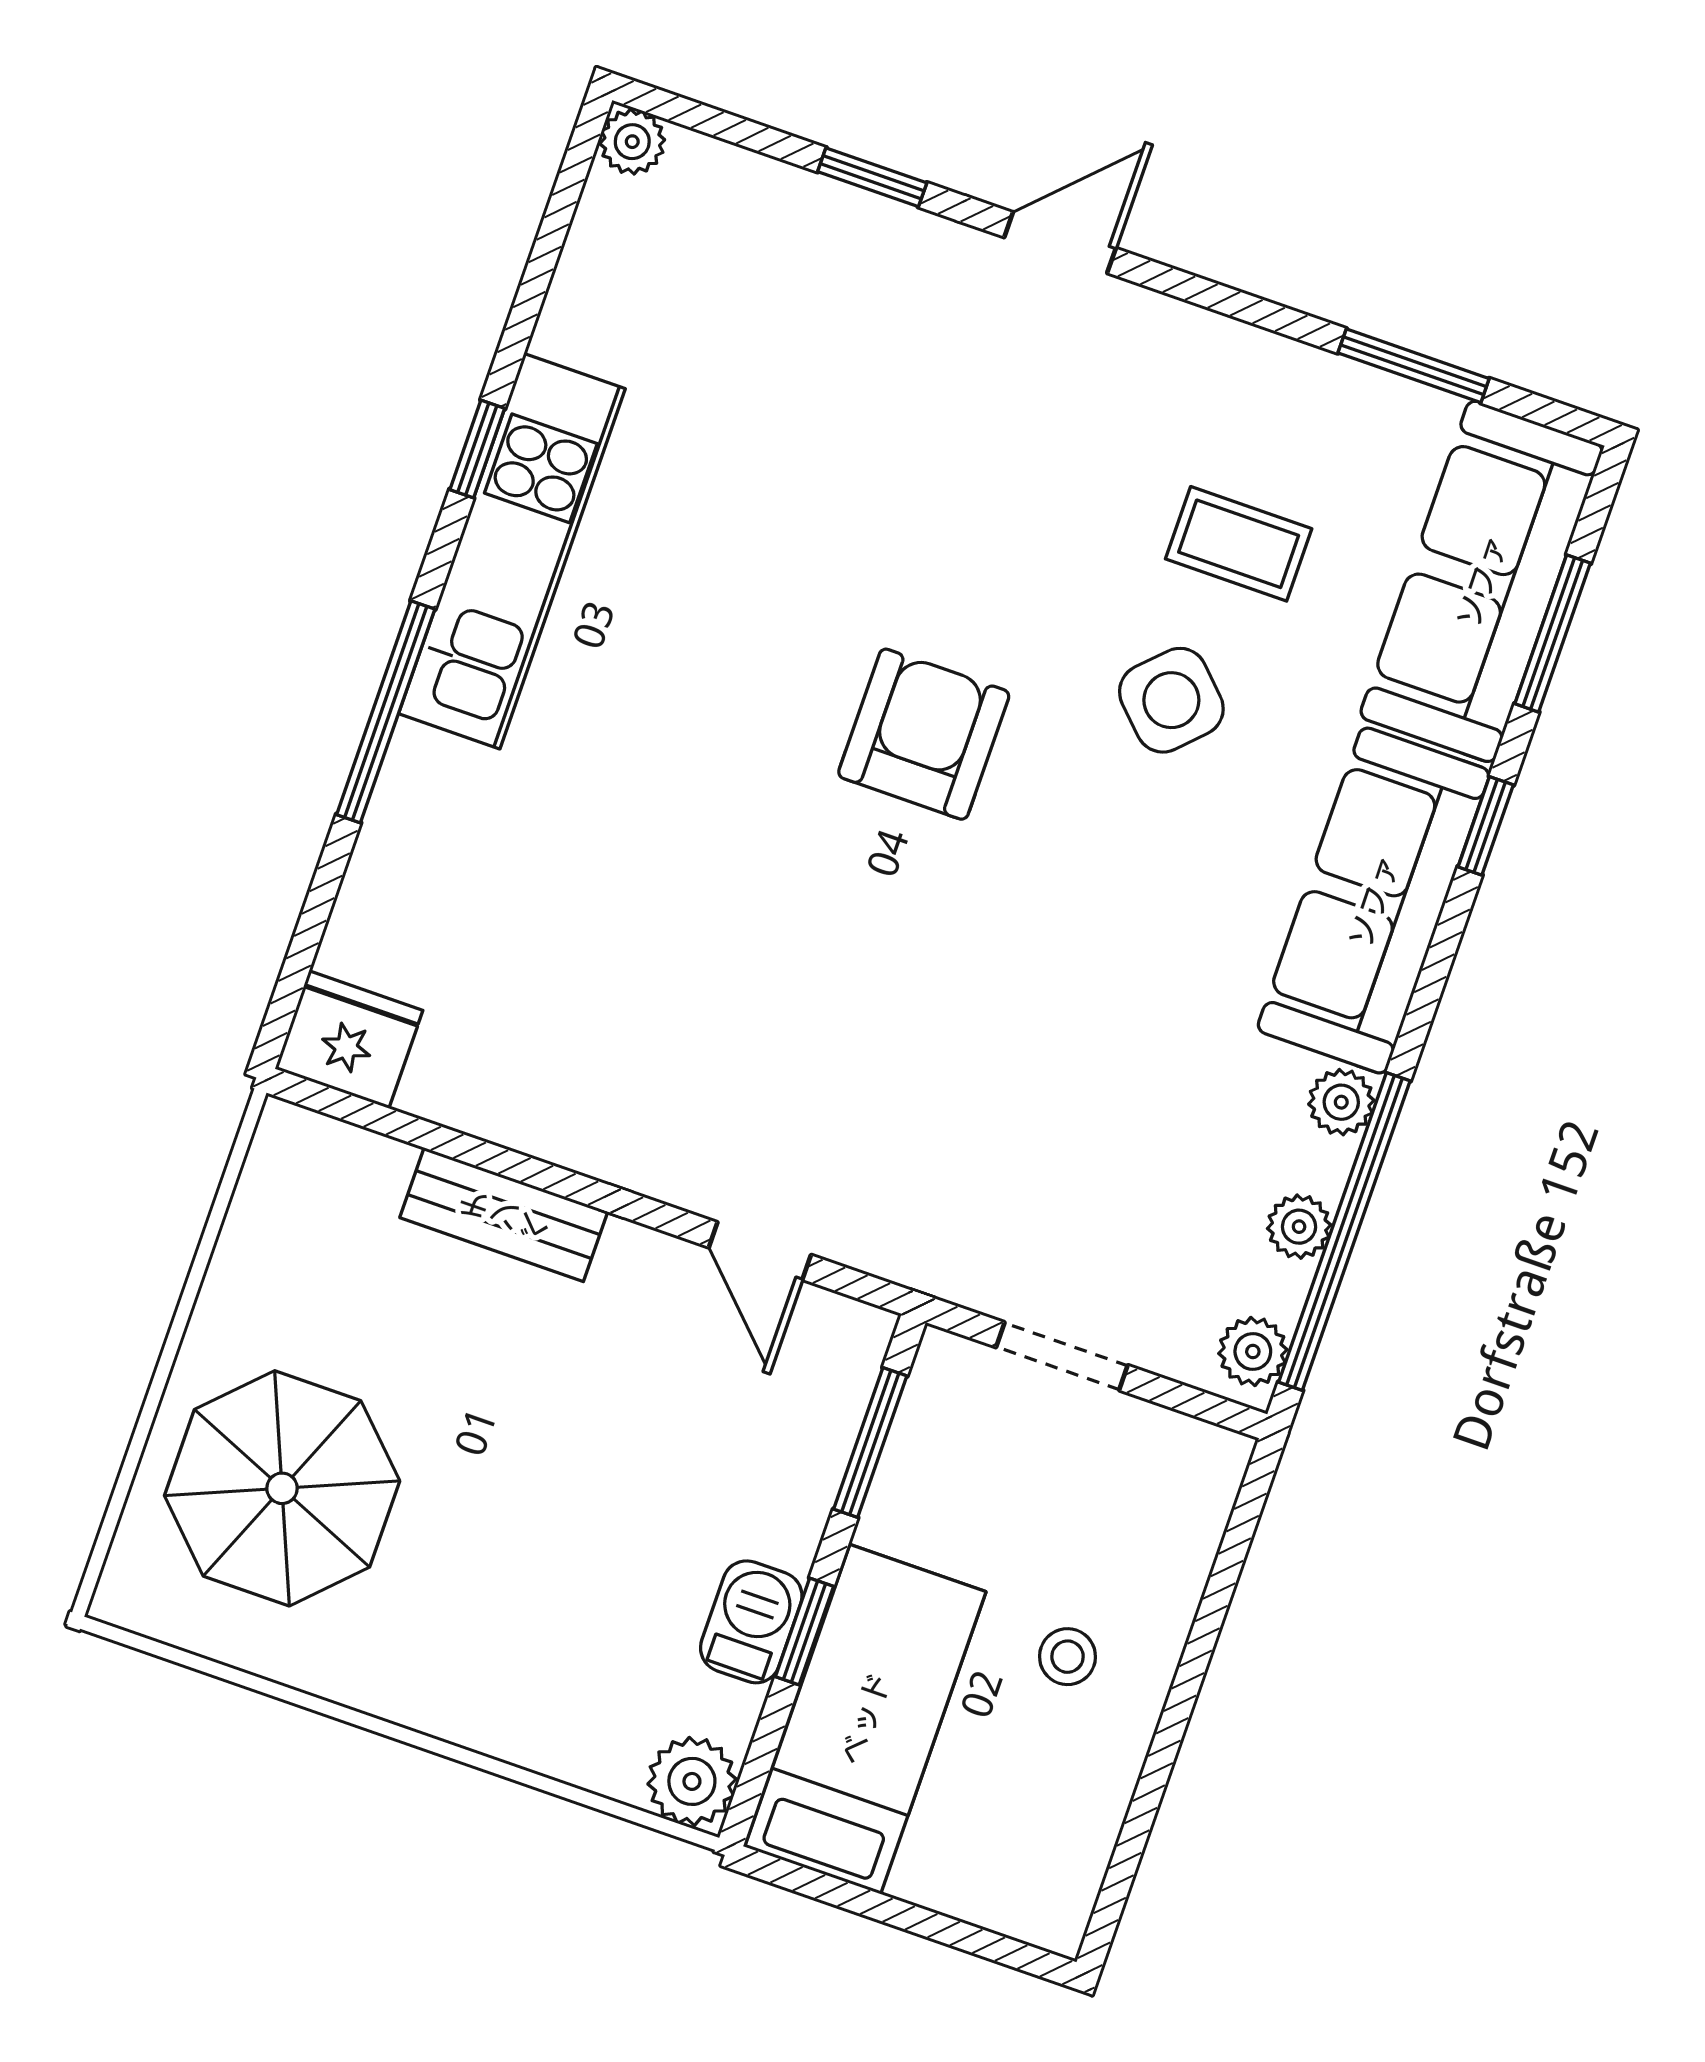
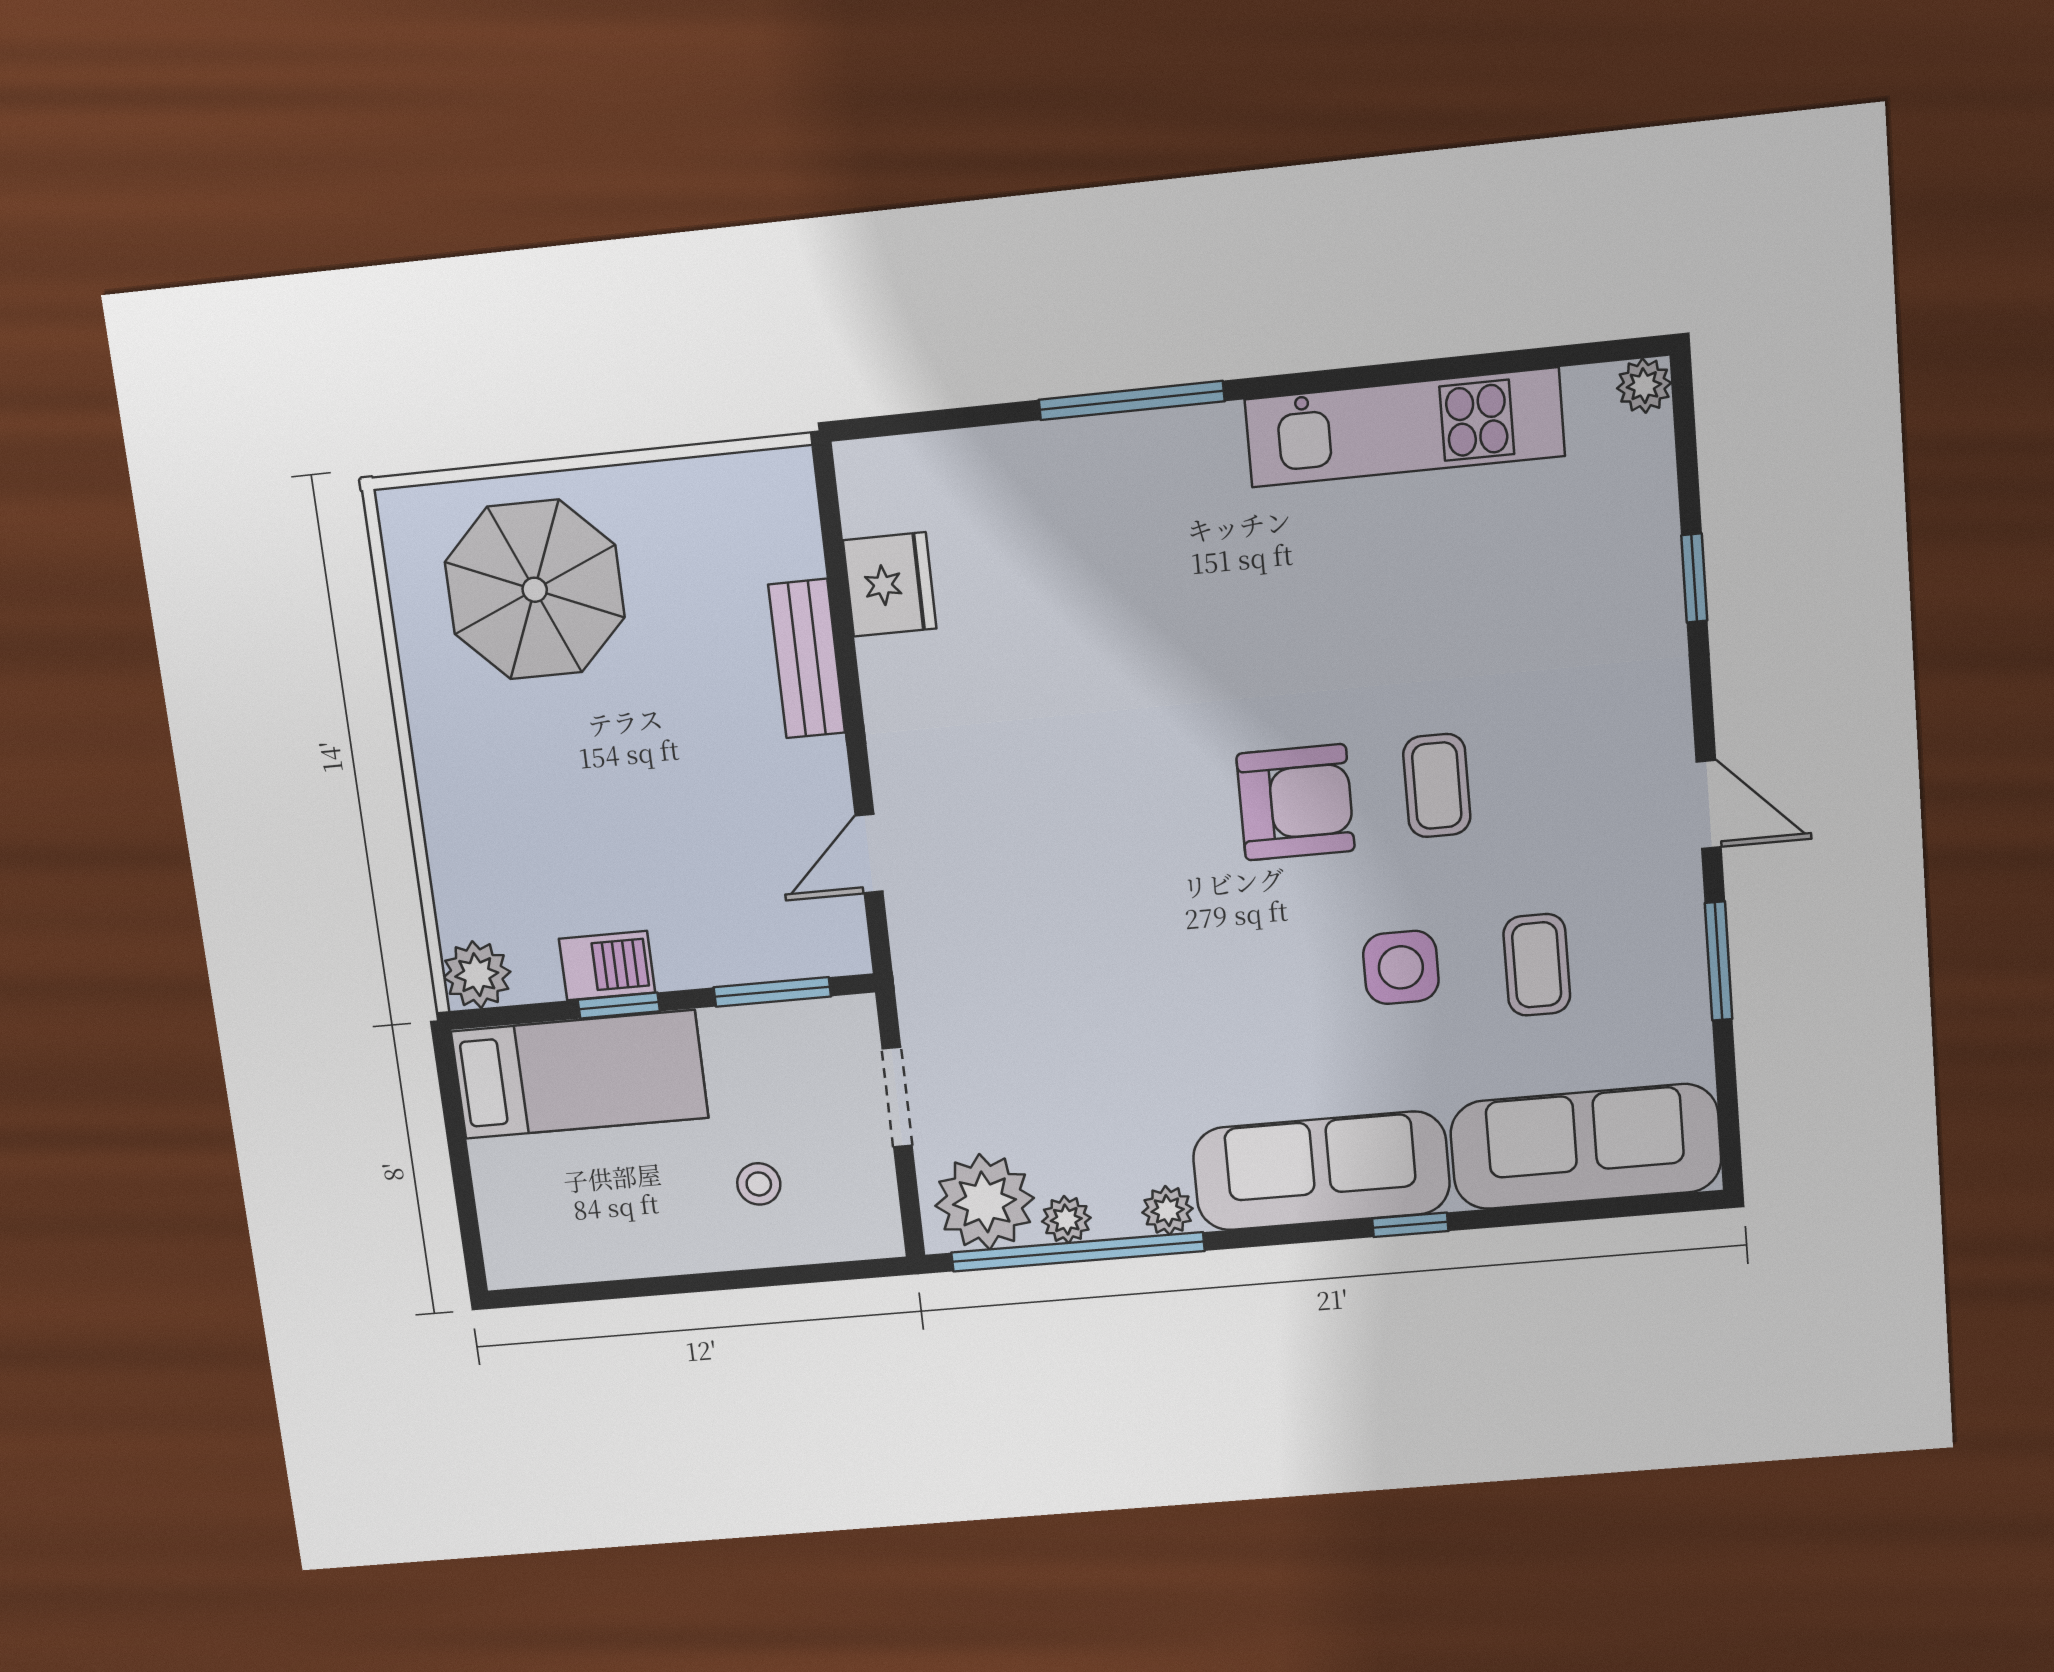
door: (1060, 243) -> (1709, 804), moved
window: (1414, 366) -> (1719, 961), moved
window: (477, 449) -> (1359, 377), removed
kitchen unit: (512, 551) -> (1405, 428), moved
coffee table: (977, 566) -> (1437, 786), added
window: (1553, 633) -> (1570, 1212), removed
side table: (1171, 700) -> (1401, 967), turned 45
fridge: (349, 1040) -> (890, 584), moved
plant: (1253, 1351) -> (985, 1202), width x1.87, depth x1.87
stool: (1068, 1657) -> (759, 1184), moved

